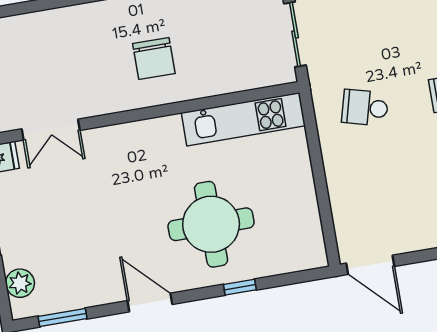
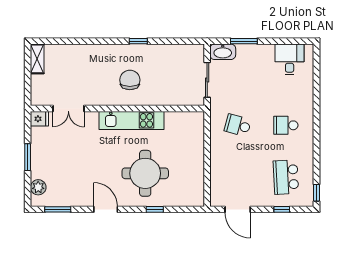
chair: (154, 59) -> (130, 80), turned 180
kitchen unit: (243, 119) -> (132, 120), moved
door: (370, 265) -> (238, 209), moved

